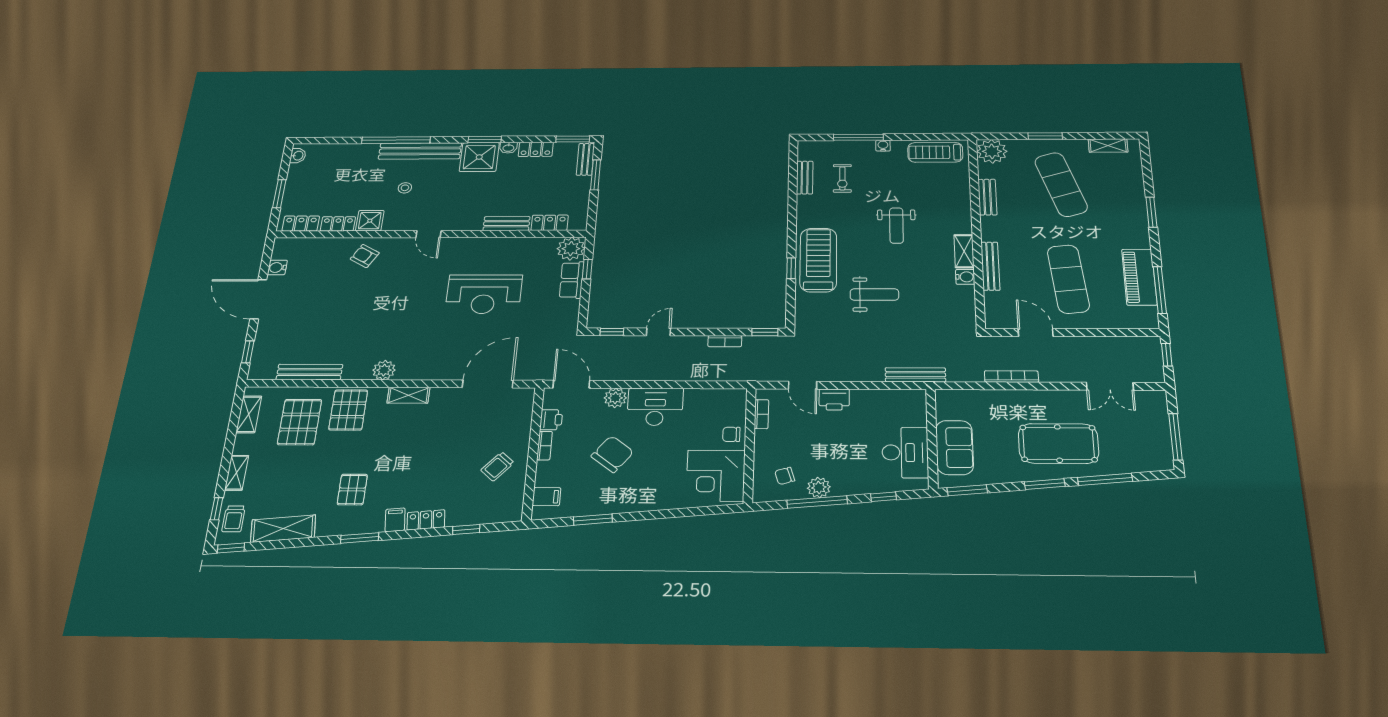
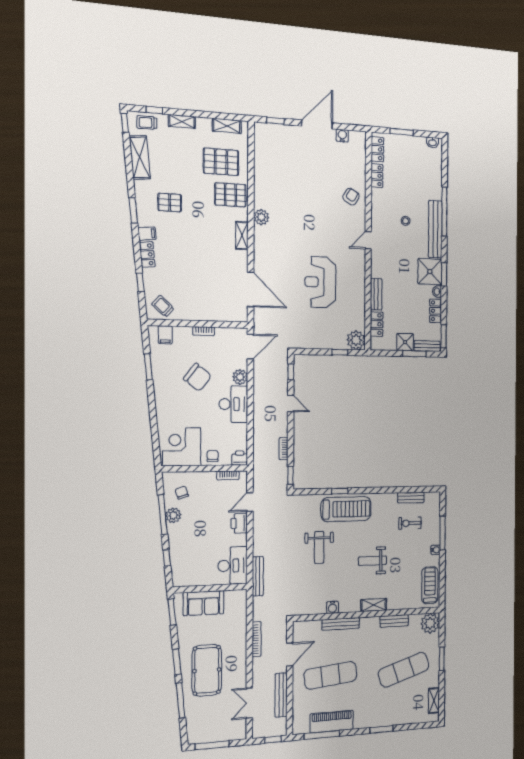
shower: (370, 221) -> (405, 342), moved
shelving: (964, 251) -> (374, 605), moved
row of seats: (572, 280) -> (331, 342), removed
bench: (309, 372) -> (281, 695), moved
printer: (551, 420) -> (240, 458), moved, turned 180
desk: (905, 453) -> (233, 566), moved, turned -90
trolley: (497, 466) -> (163, 306), moved

